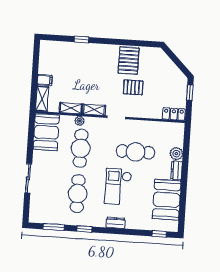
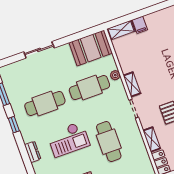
shelving: (71, 108) -> (152, 139), moved
checkout: (118, 187) -> (68, 139), turned 180

